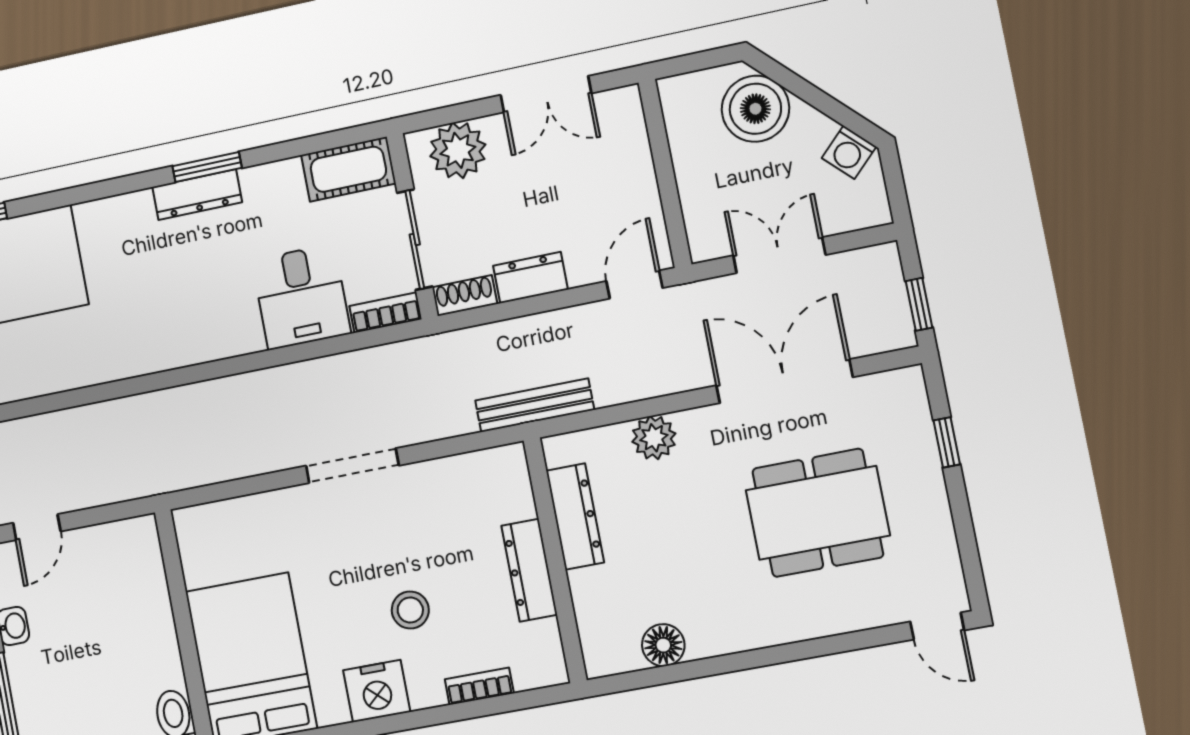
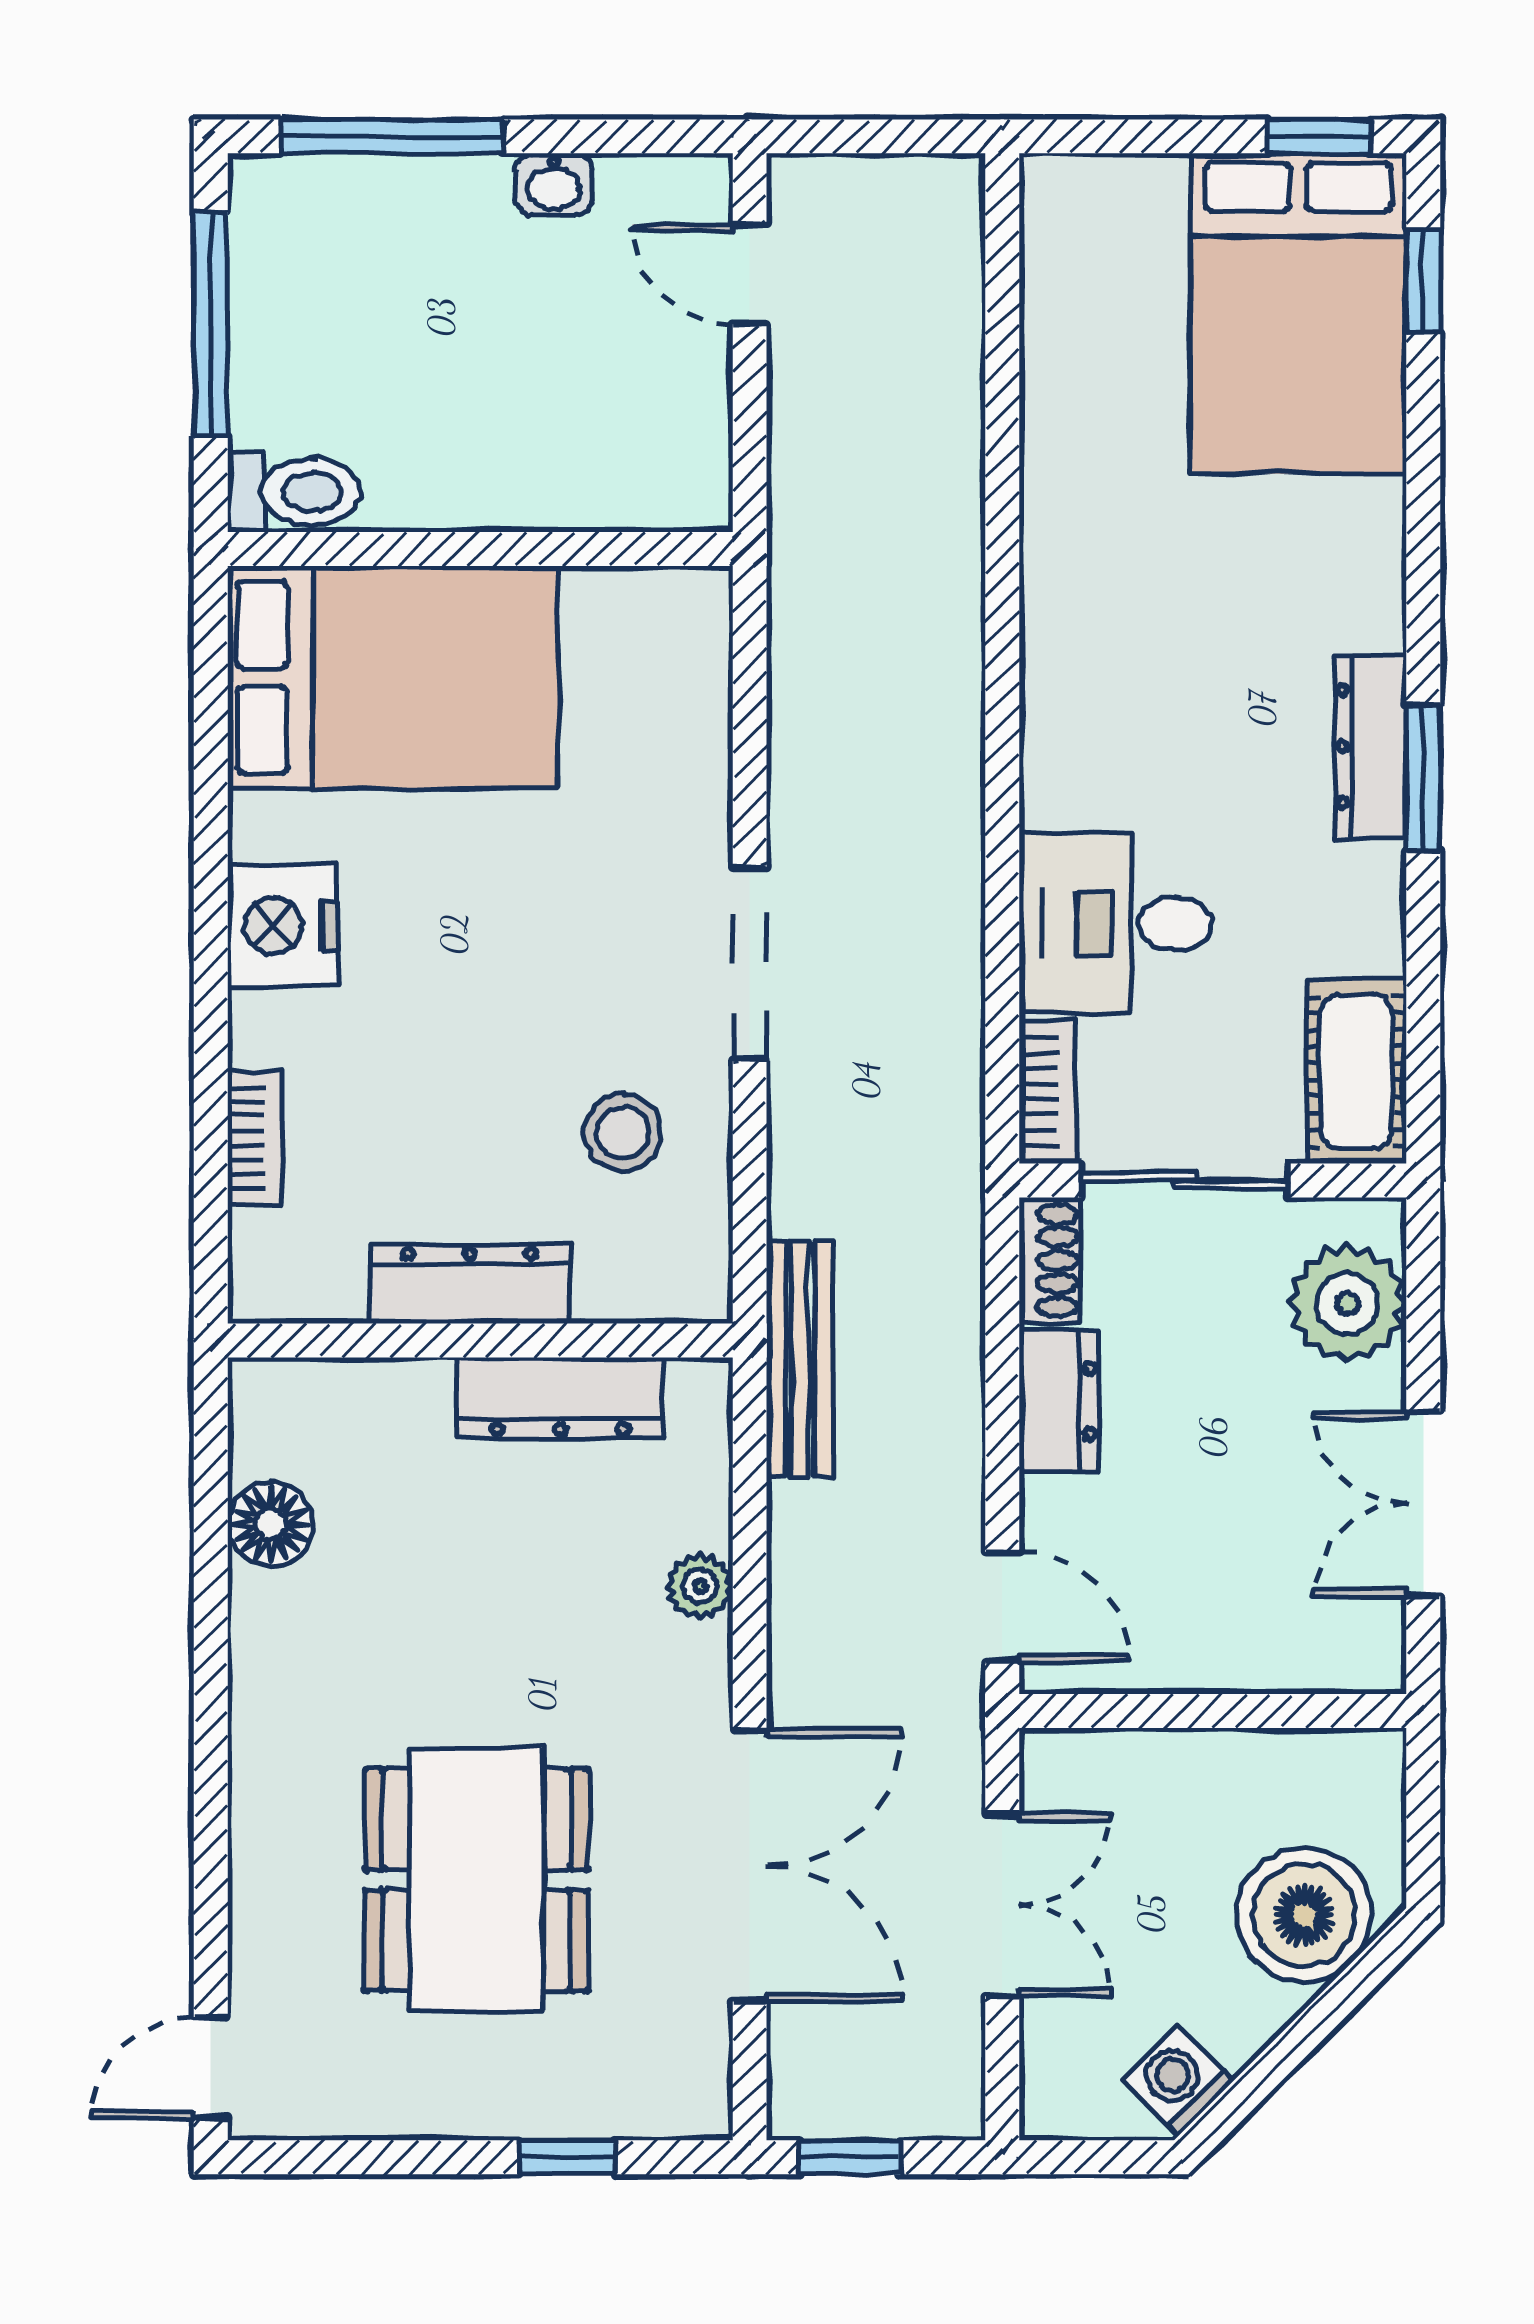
plant: (654, 438) -> (700, 1586), width x0.73, depth x0.73
stool: (410, 610) -> (623, 1133), moved

